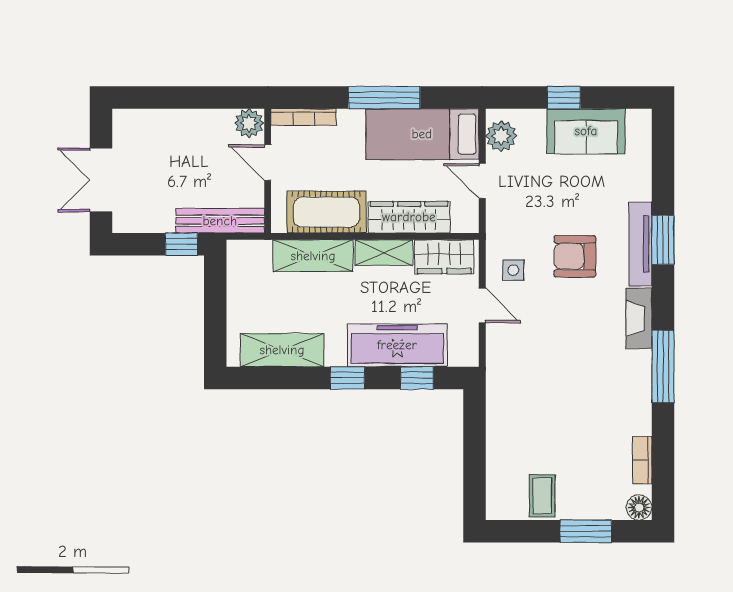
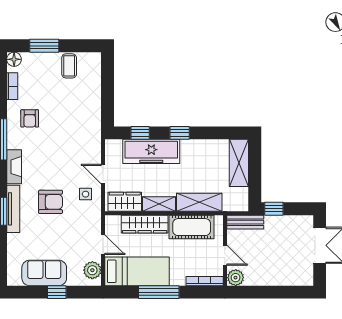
bench: (220, 221) -> (245, 222), width x0.73
shelving: (282, 350) -> (239, 163), moved, turned 90
armchair: (612, 403) -> (30, 118), added

